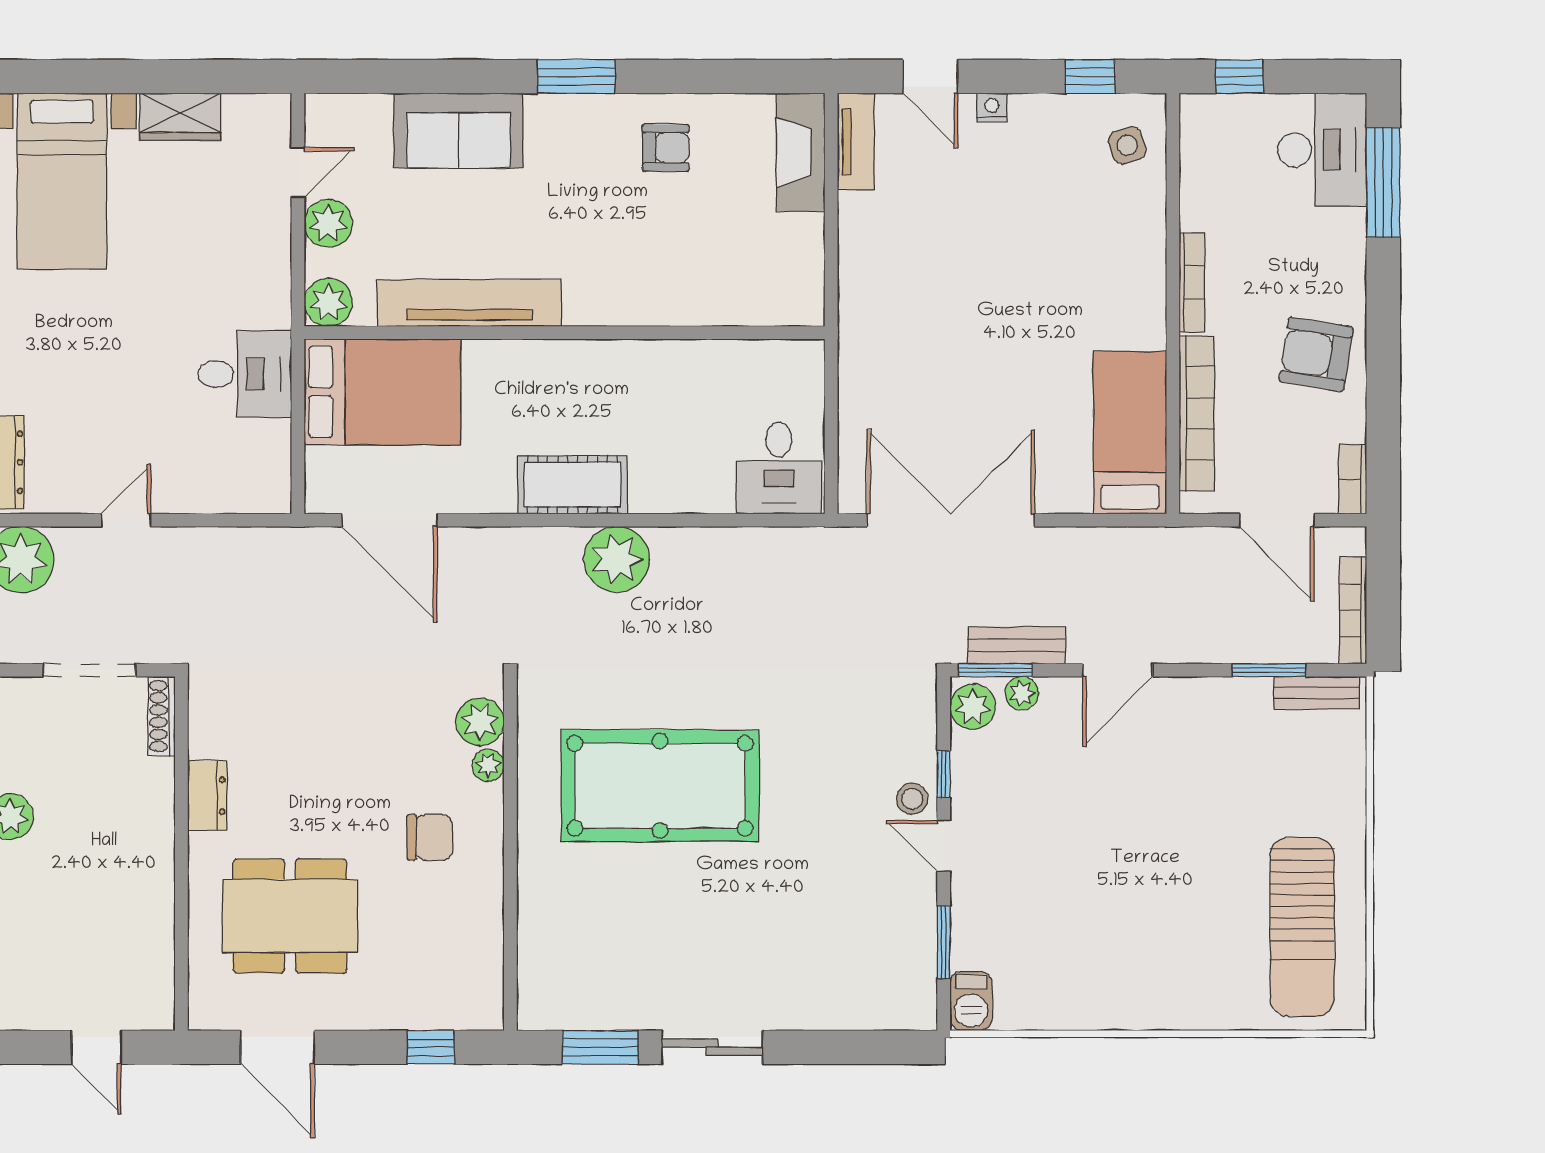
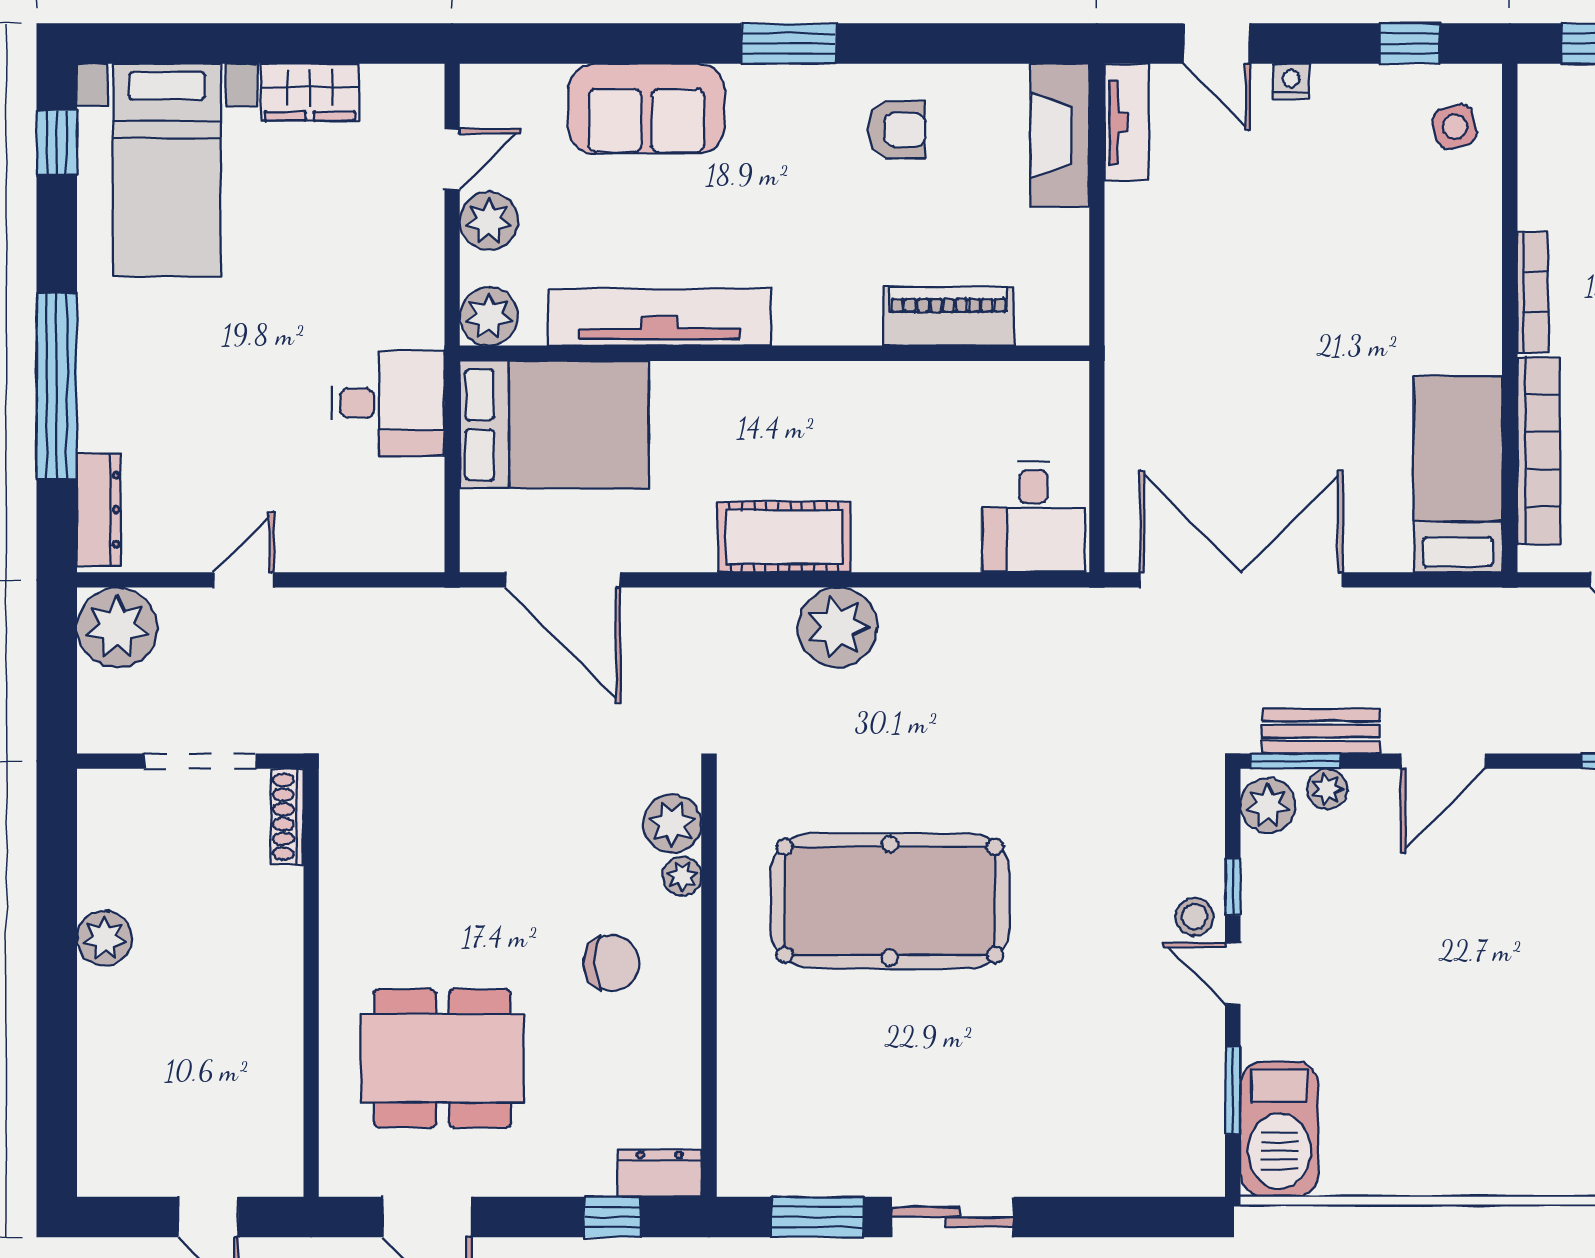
piano: (709, 302) -> (949, 316), added
dresser: (207, 796) -> (660, 1173), moved, turned -90
barbecue: (971, 1001) -> (1279, 1129), width x1.88, depth x1.53

